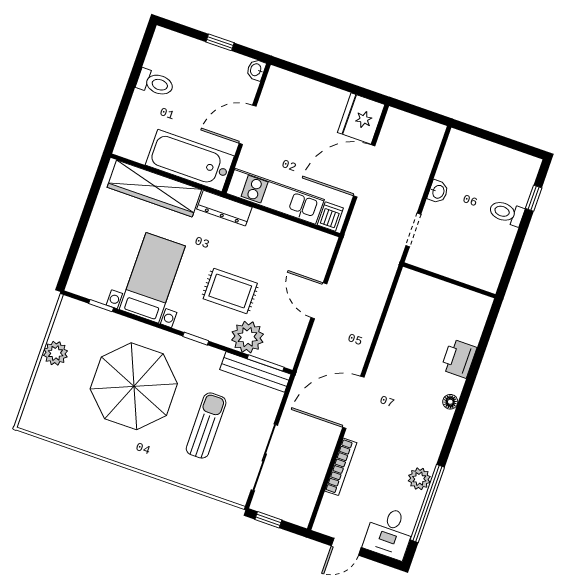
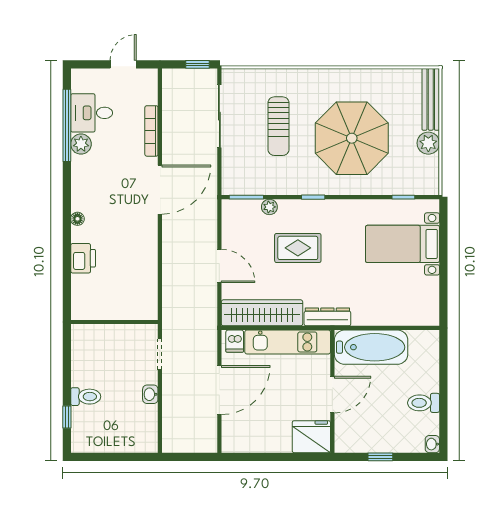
washbasin: (256, 70) -> (432, 444), moved, turned 180
fridge: (361, 119) -> (311, 437), moved, turned -90
wardrobe: (154, 188) -> (262, 313), moved
bed with nightstands: (152, 278) -> (402, 244), moved, turned 90
plant: (248, 337) -> (269, 207), width x0.53, depth x0.53
bench: (255, 372) -> (431, 99), moved, turned 90
desk: (389, 533) -> (92, 113), moved, turned -90

